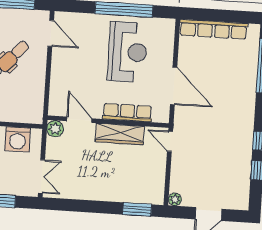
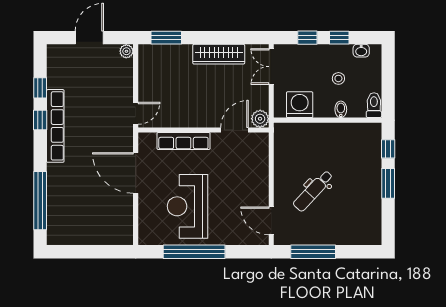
row of seats: (213, 29) -> (55, 126), moved, turned 90
door: (79, 120) -> (235, 130), swing flipped
wardrobe: (120, 134) -> (219, 54), moved, turned 180
door: (170, 141) -> (136, 113), hinge flipped

